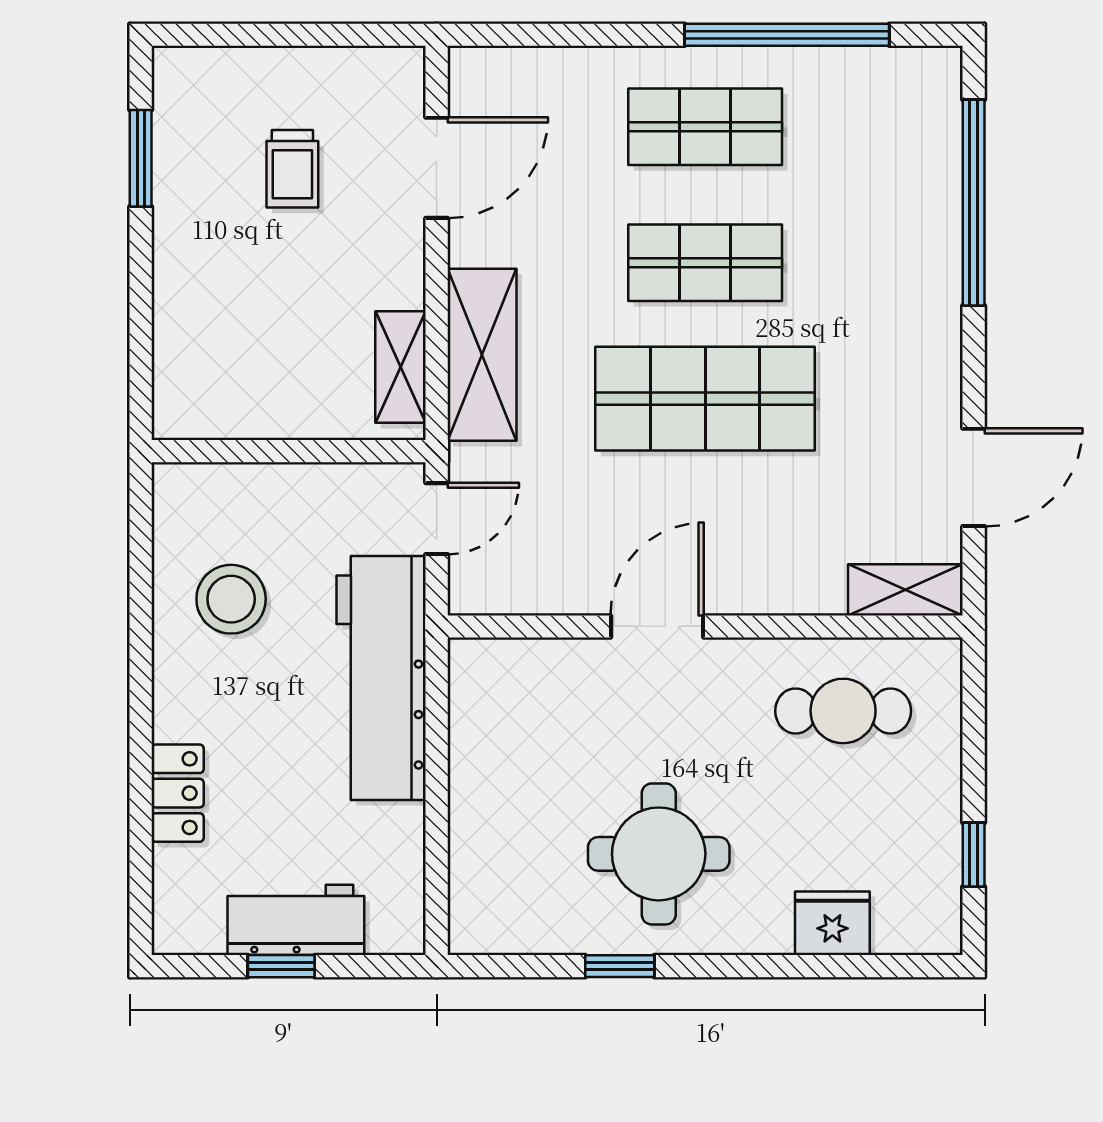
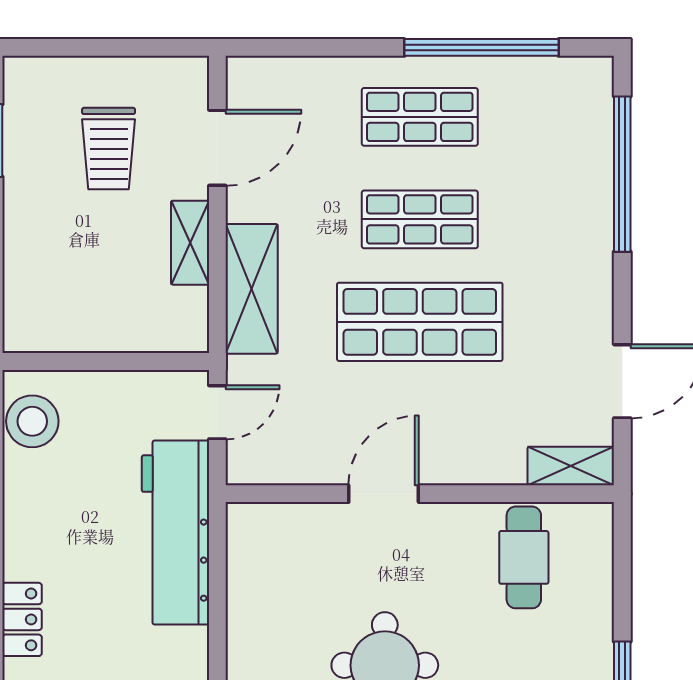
trolley: (292, 169) -> (109, 149), width x1.36, depth x1.39
shelving: (400, 367) -> (190, 243), moved
stool: (231, 599) -> (32, 421), moved
cafe table: (843, 711) -> (524, 557), turned 90

